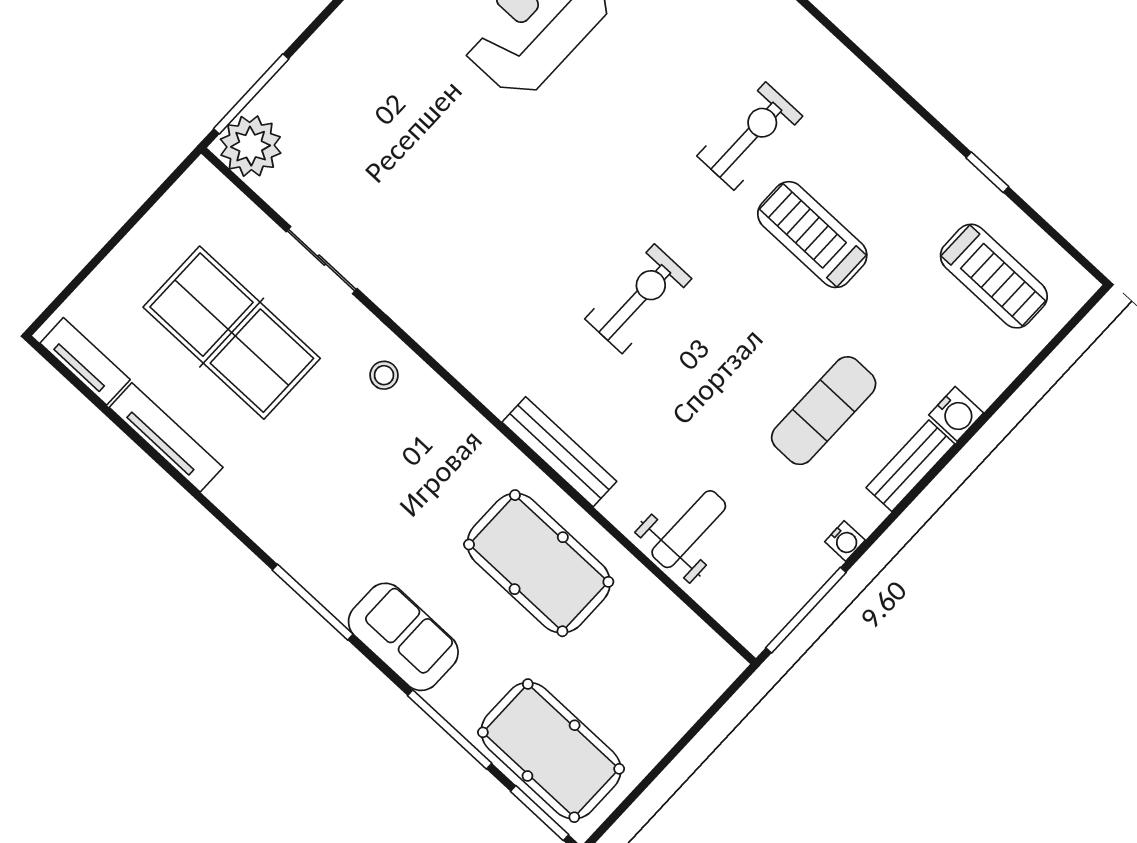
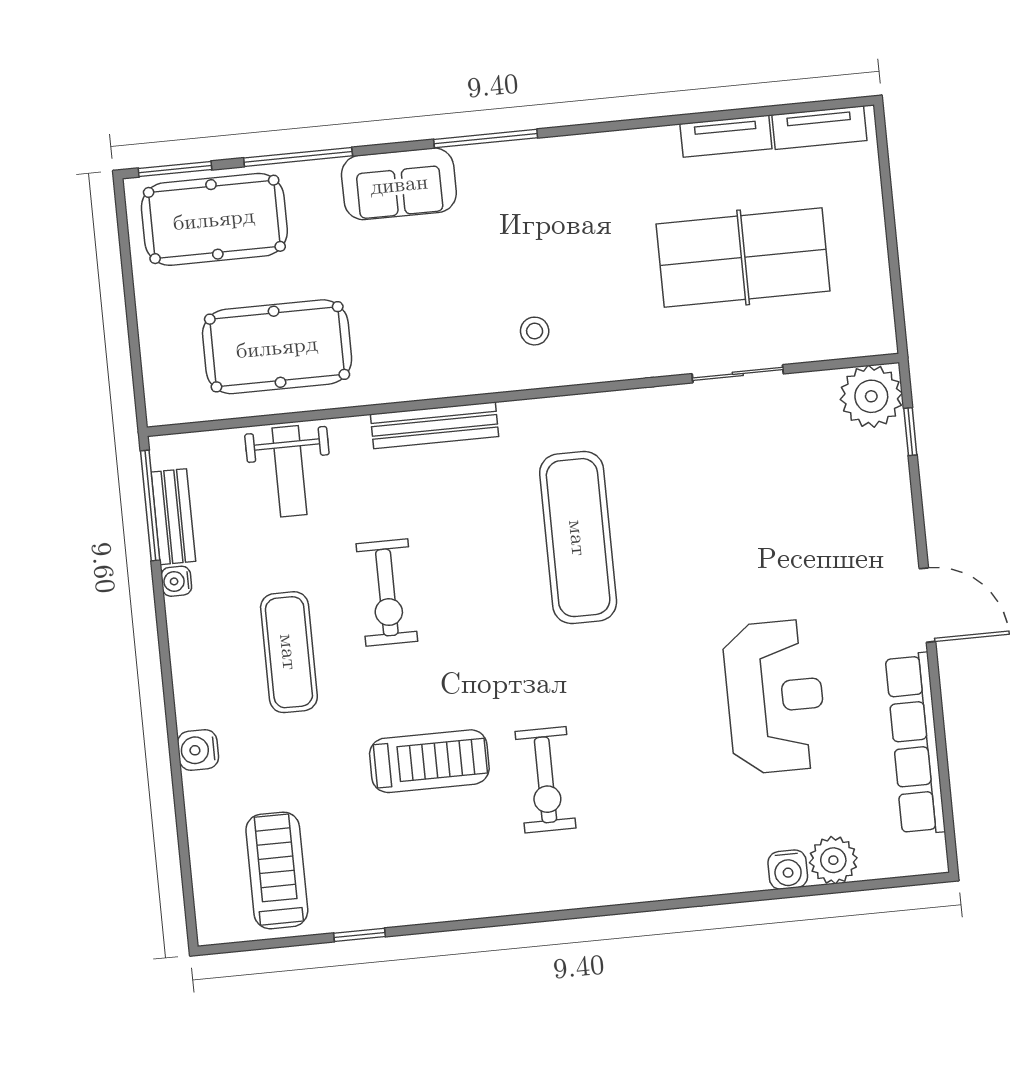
window: (251, 94) -> (910, 432), width x0.46
exercise mat: (548, 271) -> (578, 538), added
treadmill: (994, 276) -> (277, 870), turned 90
exercise bike: (638, 299) -> (387, 592), moved
stool: (384, 375) -> (535, 331), moved
tv unit: (166, 437) -> (726, 136), width x0.71
bench: (910, 466) -> (173, 517), moved
pool table: (539, 563) -> (277, 347), moved

